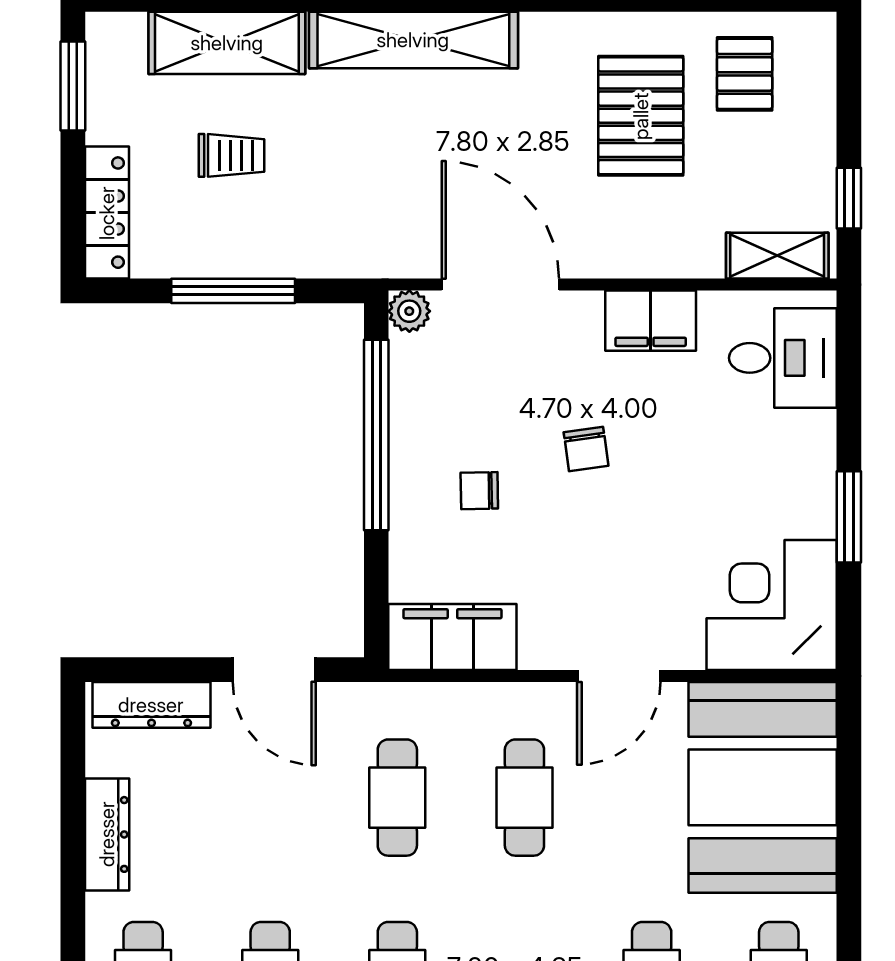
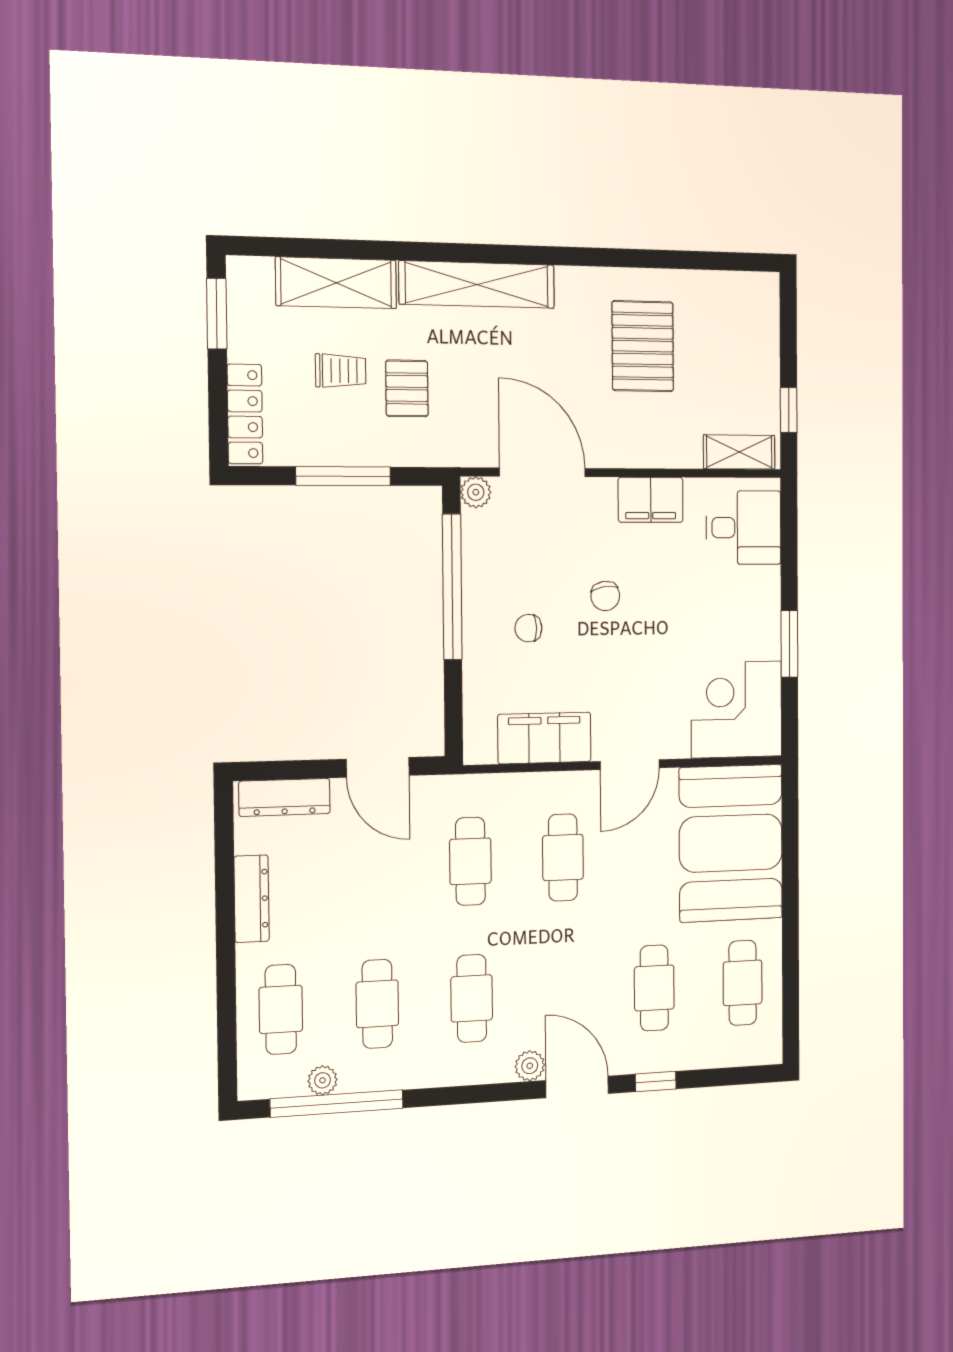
pallet: (745, 74) -> (407, 388), moved
filing cabinet: (452, 637) -> (544, 738), moved

